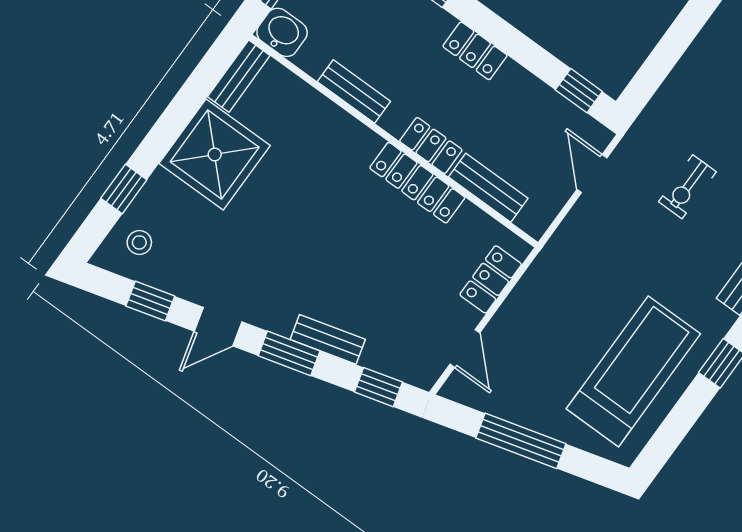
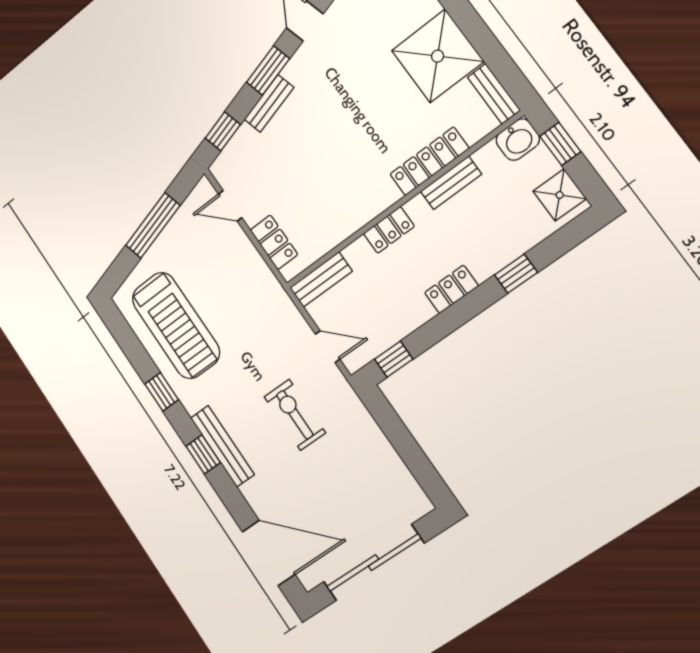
locker: (417, 183) -> (429, 161), moved
exercise bike: (687, 187) -> (295, 415), width x1.38, depth x1.39
bench: (488, 188) -> (321, 279), moved

